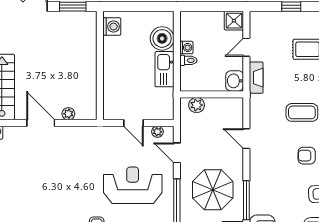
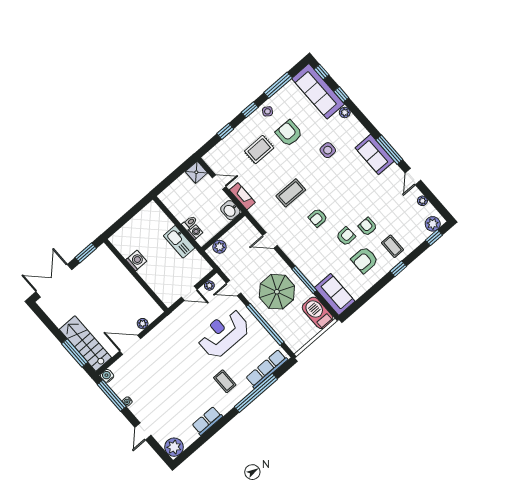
washing machine: (112, 27) -> (136, 260), moved
boiler: (162, 38) -> (160, 223), removed
door: (246, 47) -> (219, 182), swing flipped
washing machine: (186, 48) -> (195, 232), moved

